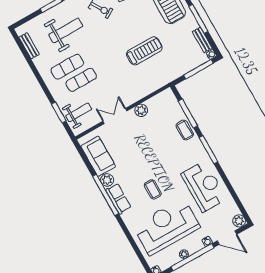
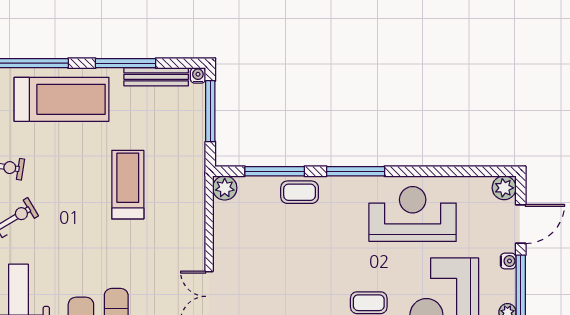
bench: (202, 40) -> (156, 77), width x1.36
plant: (141, 110) -> (225, 188), moved

